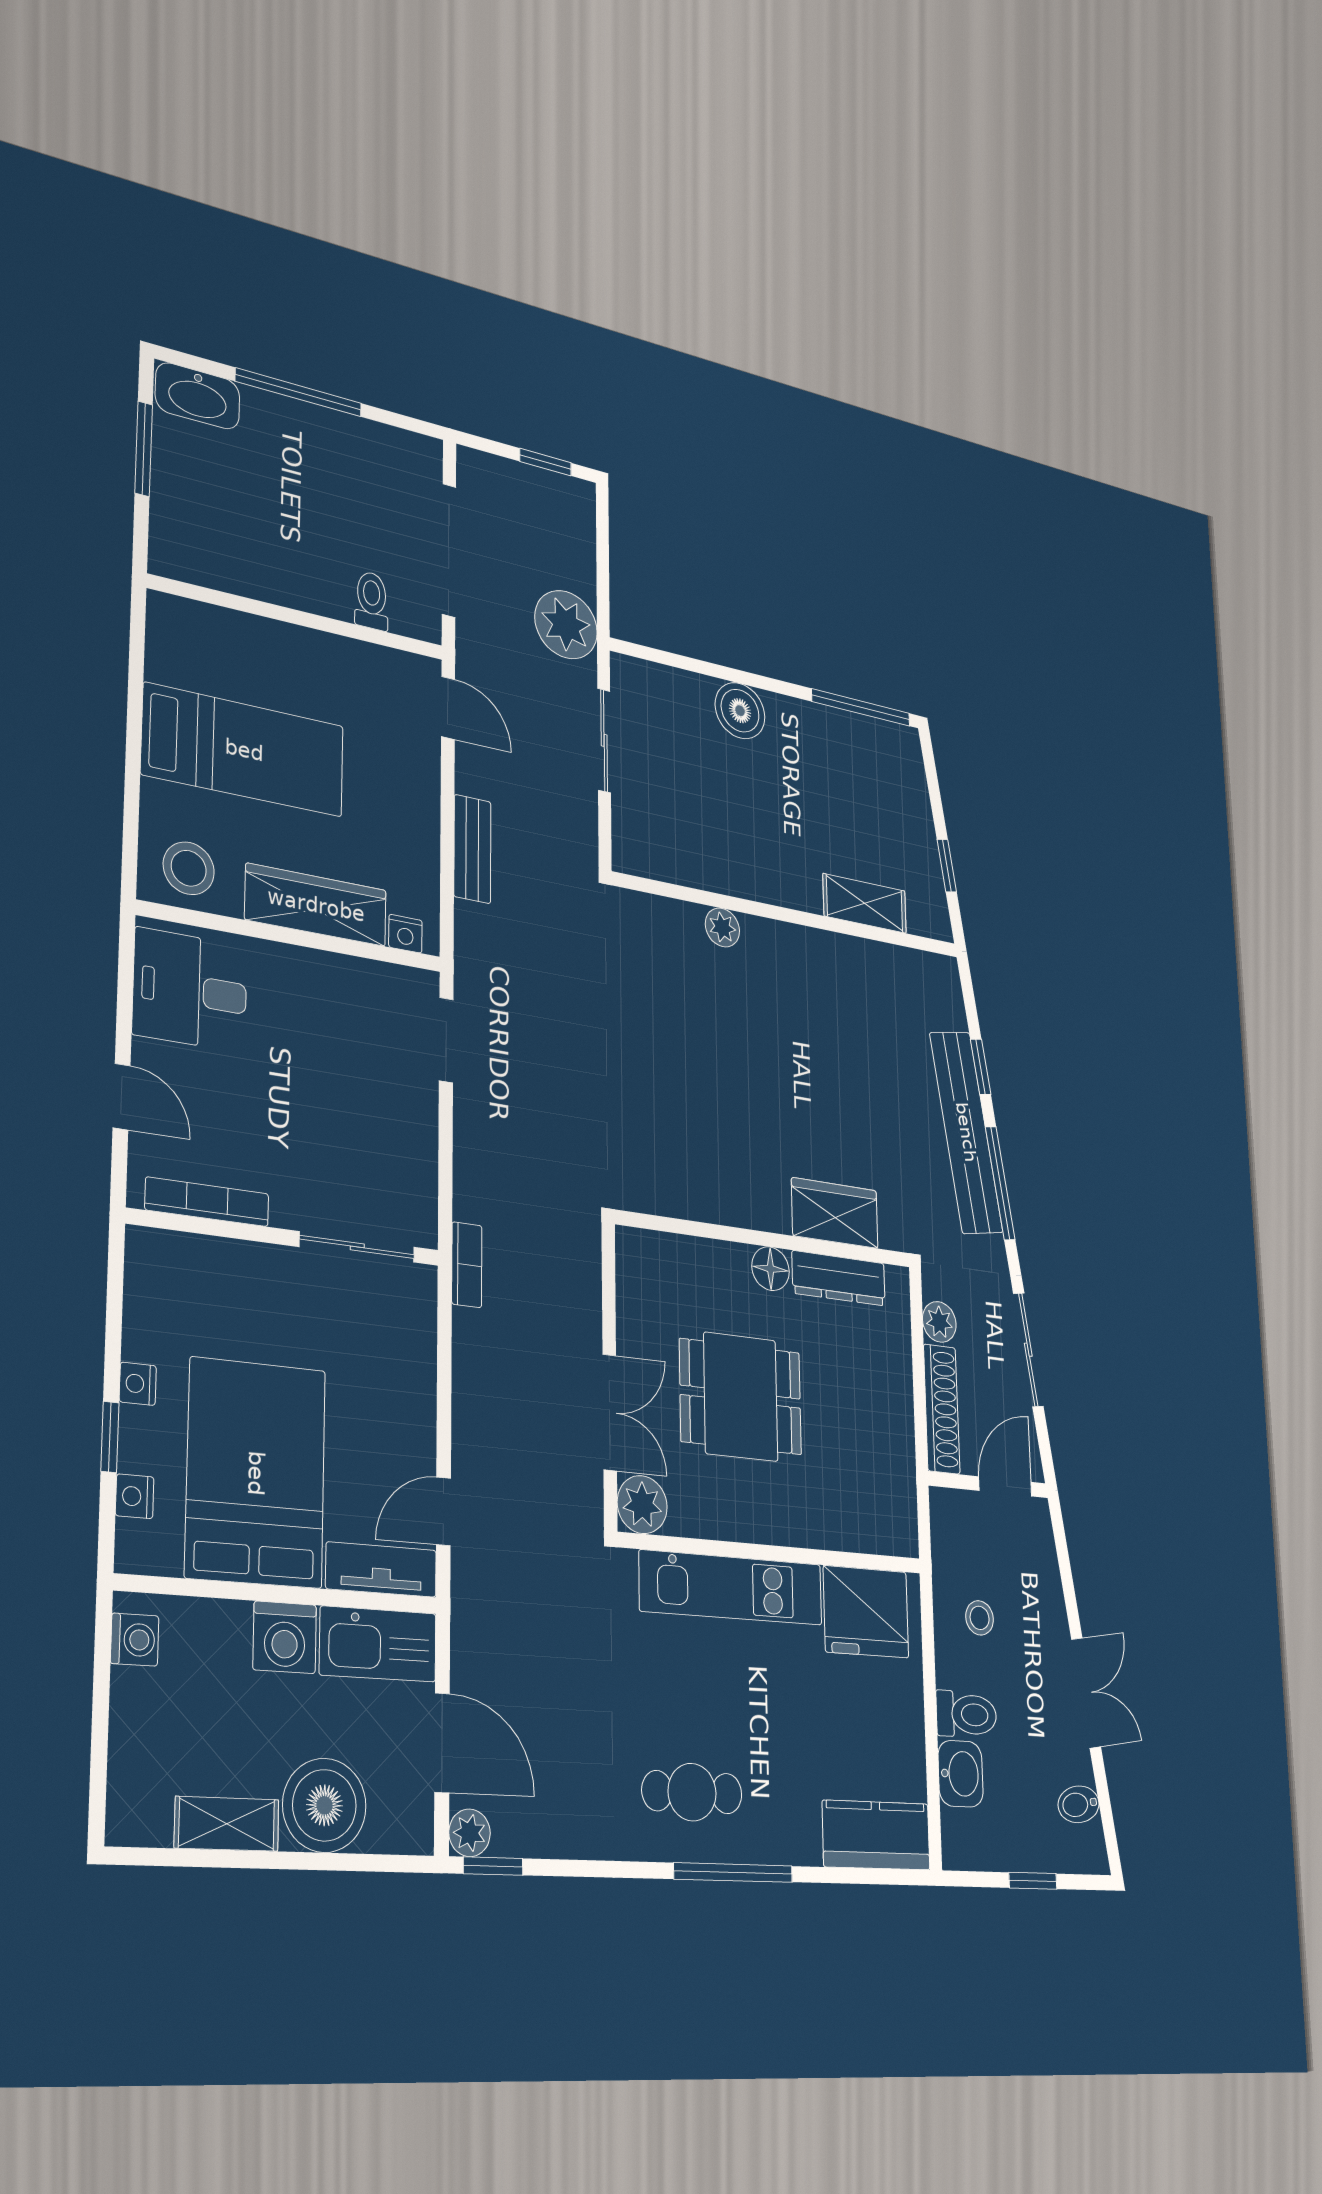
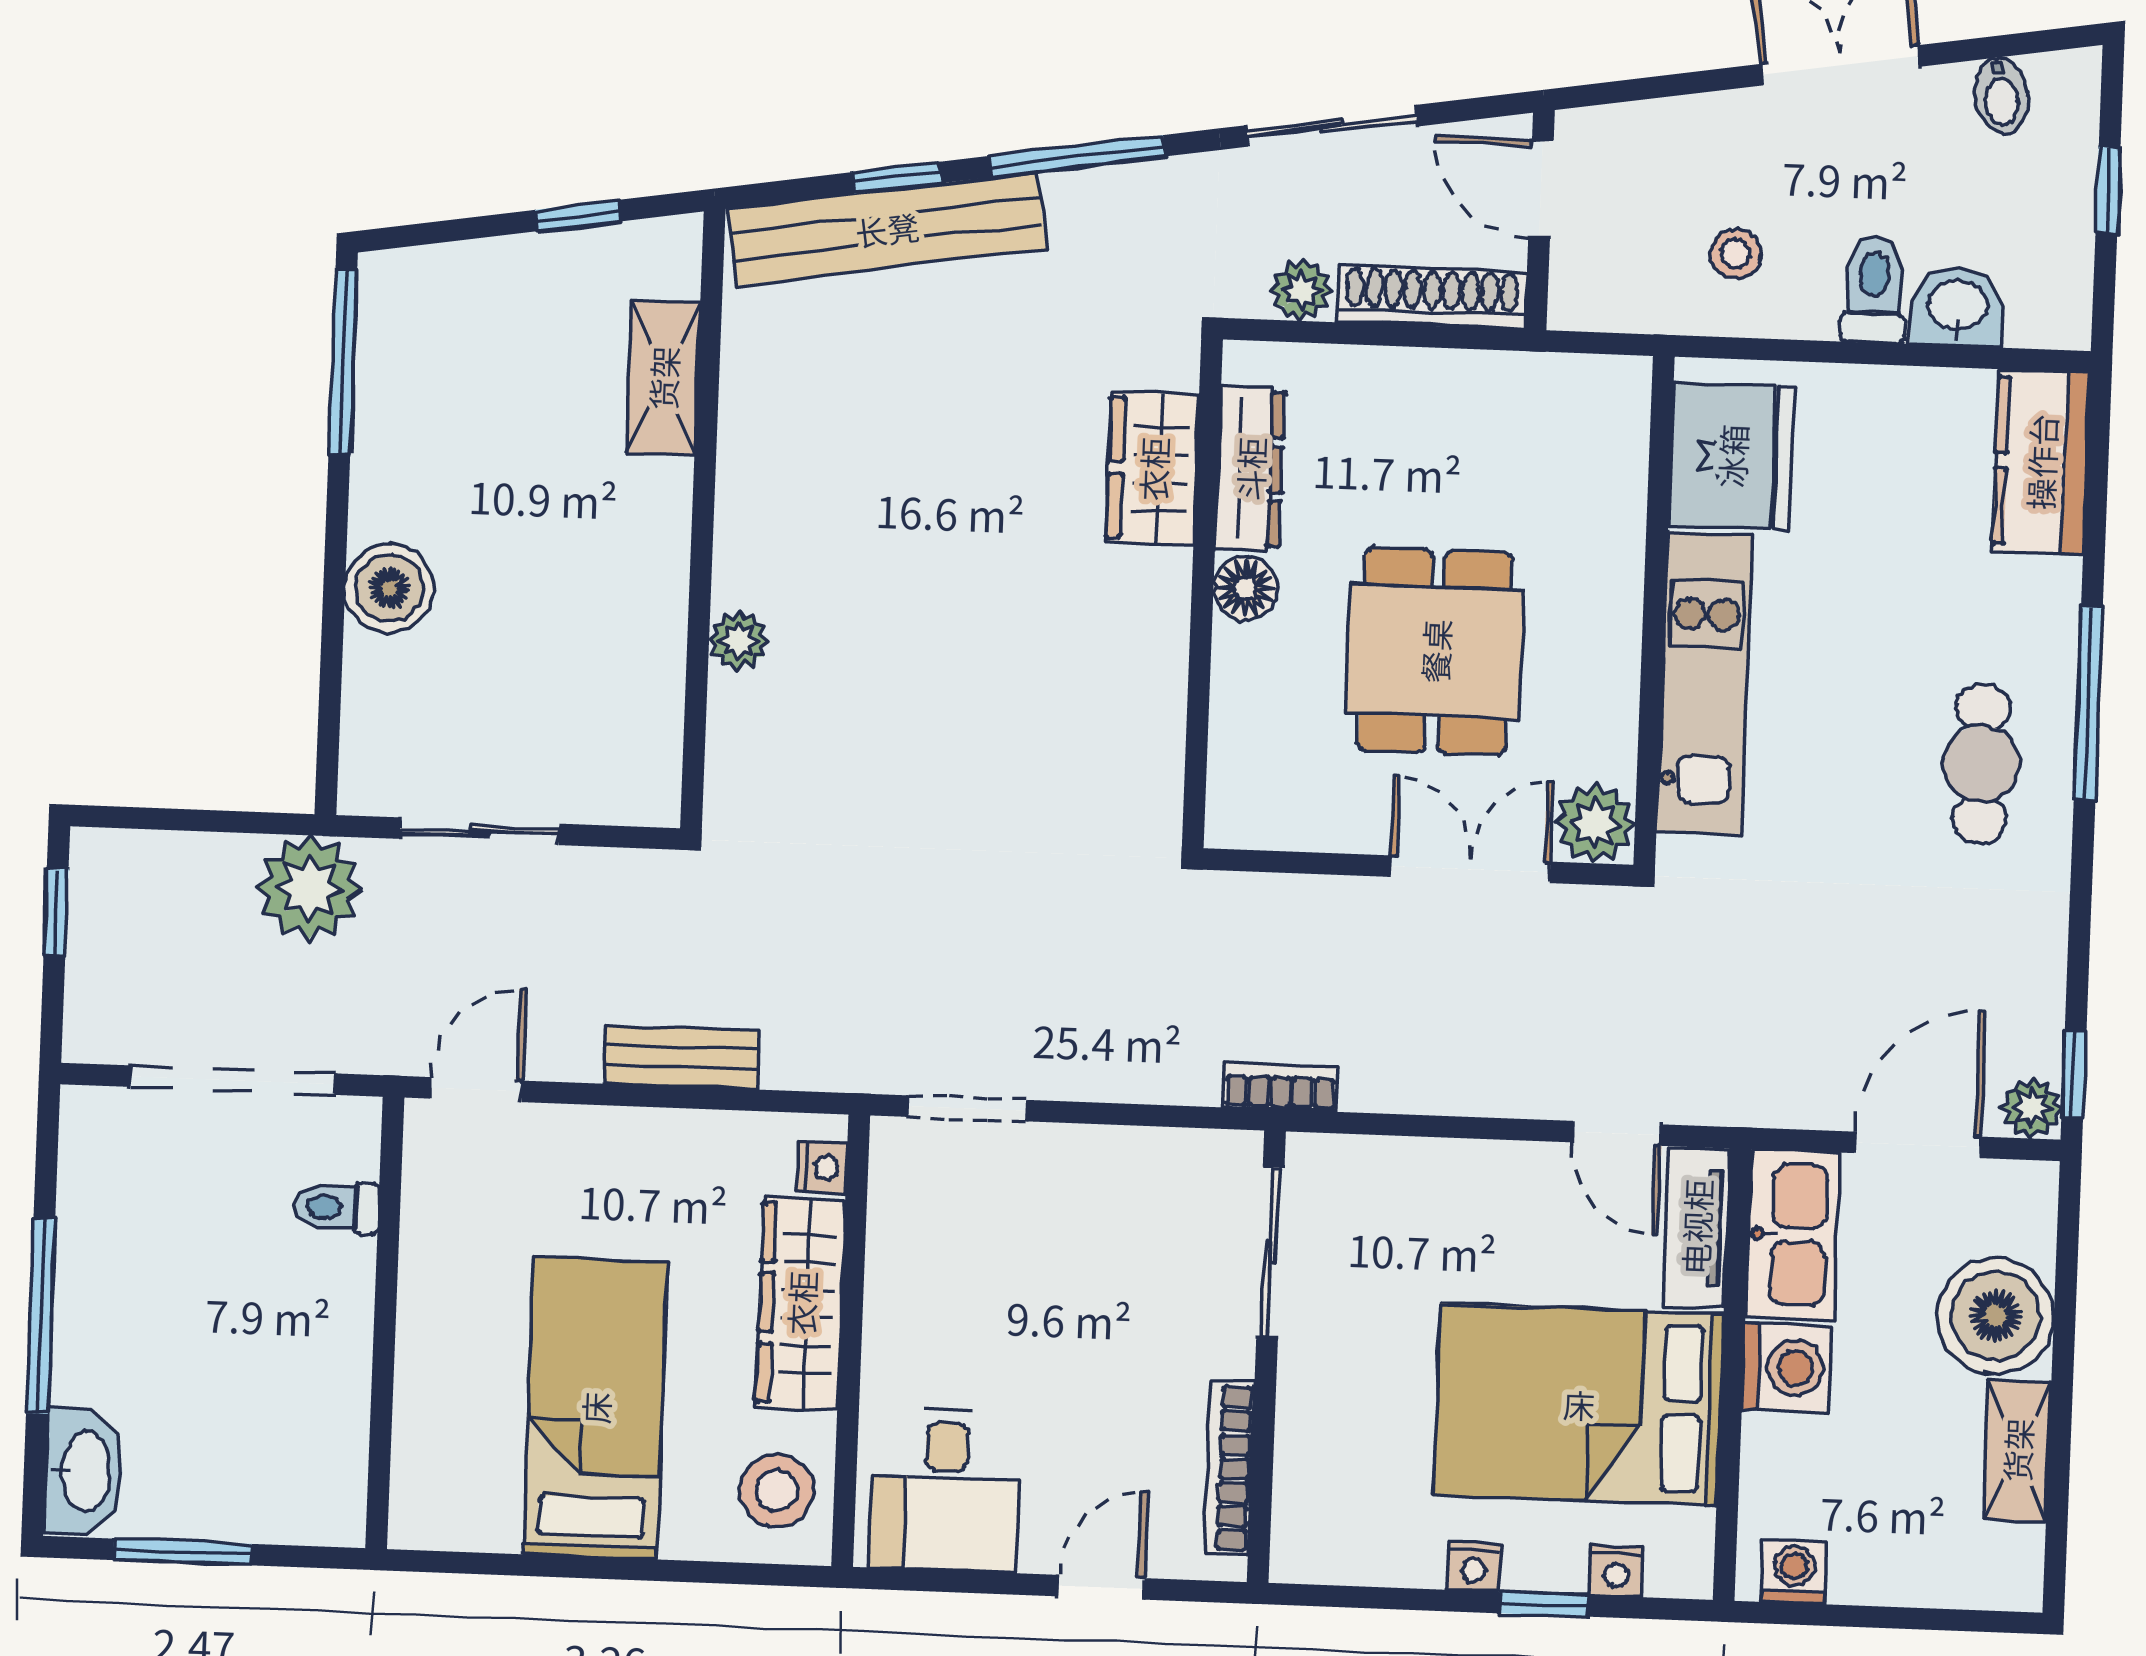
bench: (966, 1132) -> (887, 229), moved

